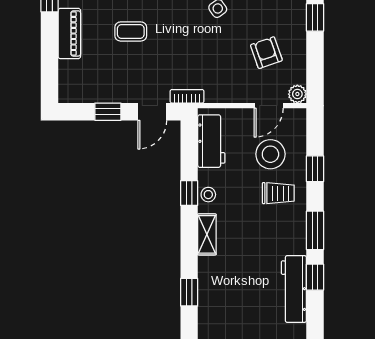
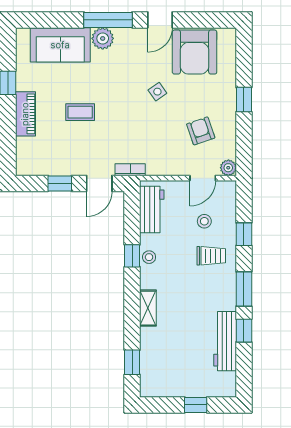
stool: (270, 154) -> (204, 221), width x0.53, depth x0.53
shelving: (207, 234) -> (148, 308), moved
window: (189, 292) -> (132, 362), moved

